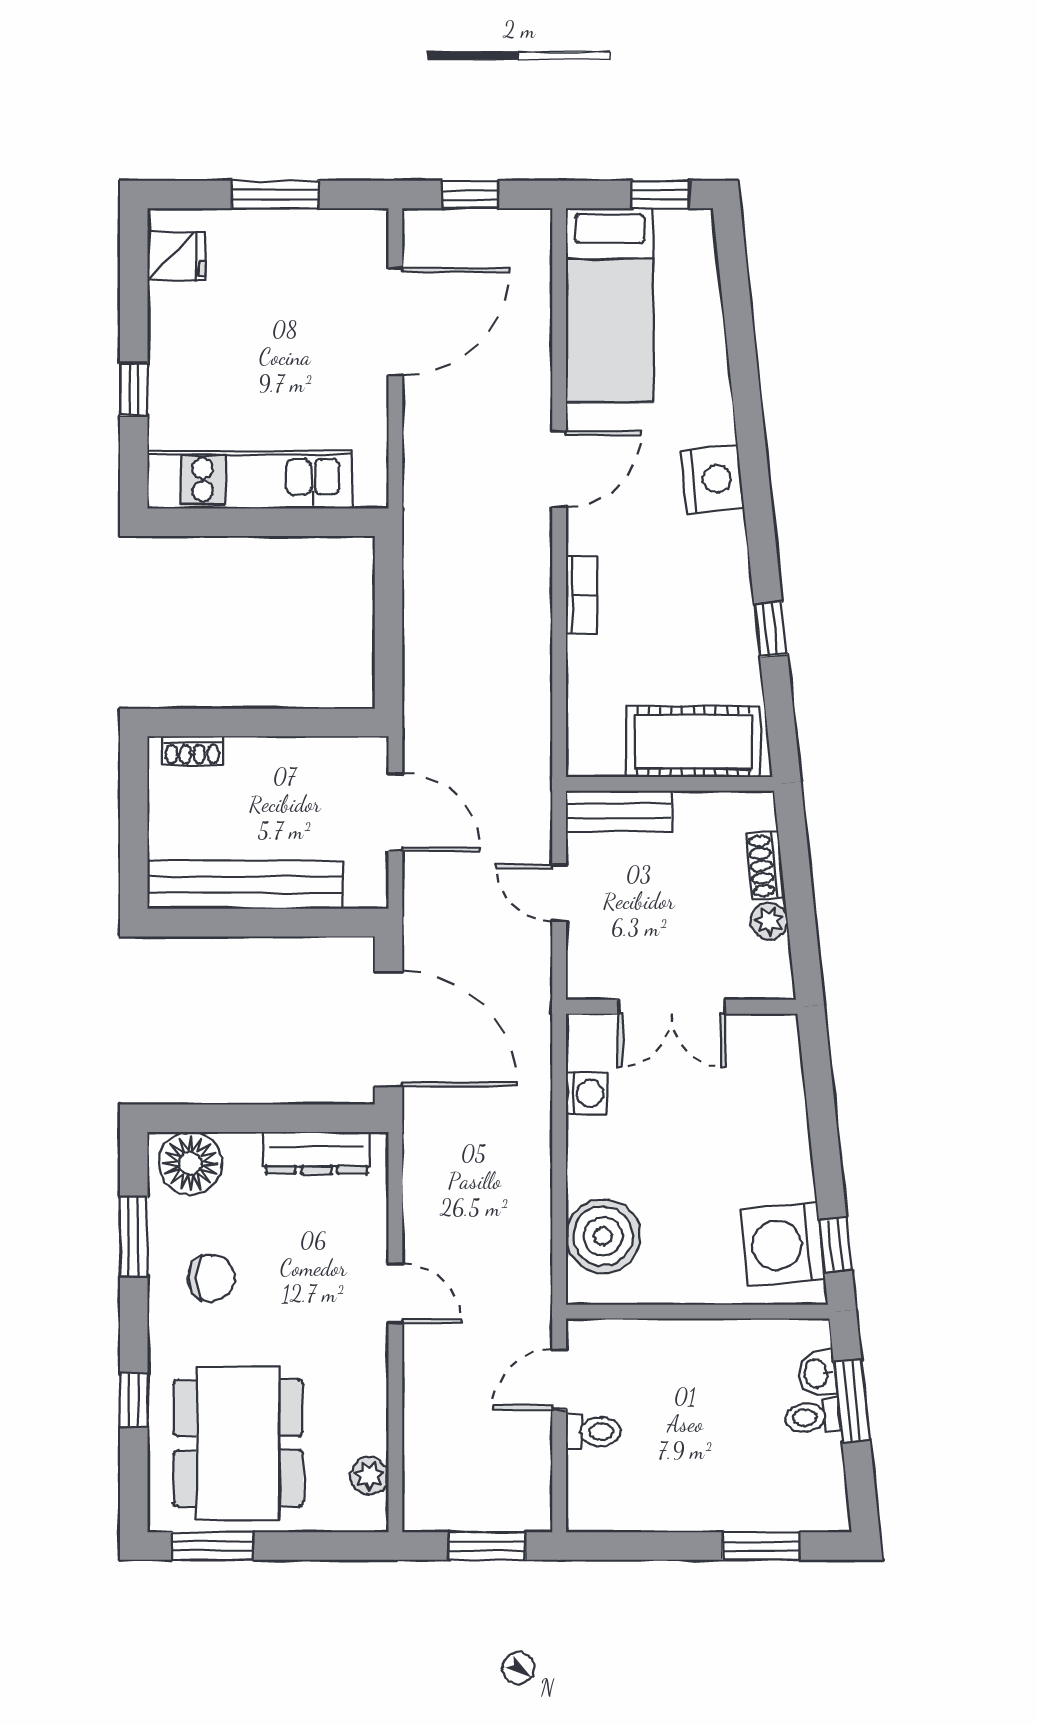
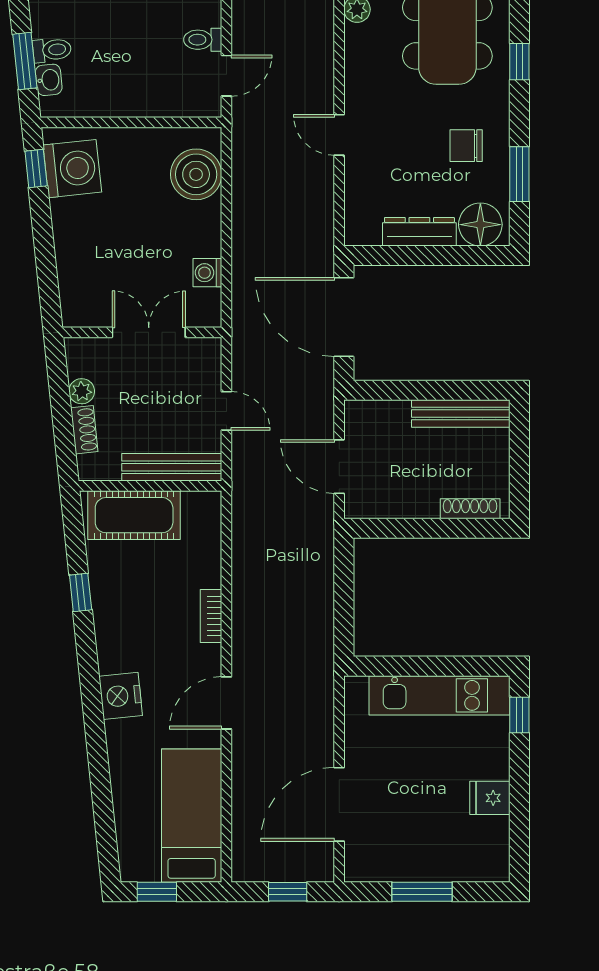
fridge: (176, 256) -> (490, 798), moved
window: (134, 390) -> (519, 715), moved
shoe rack: (192, 751) -> (470, 509), width x1.43
bench: (619, 811) -> (172, 467), width x1.36
bench: (245, 885) -> (461, 413), width x0.73, depth x0.82
dresser: (316, 1153) -> (419, 232), moved

